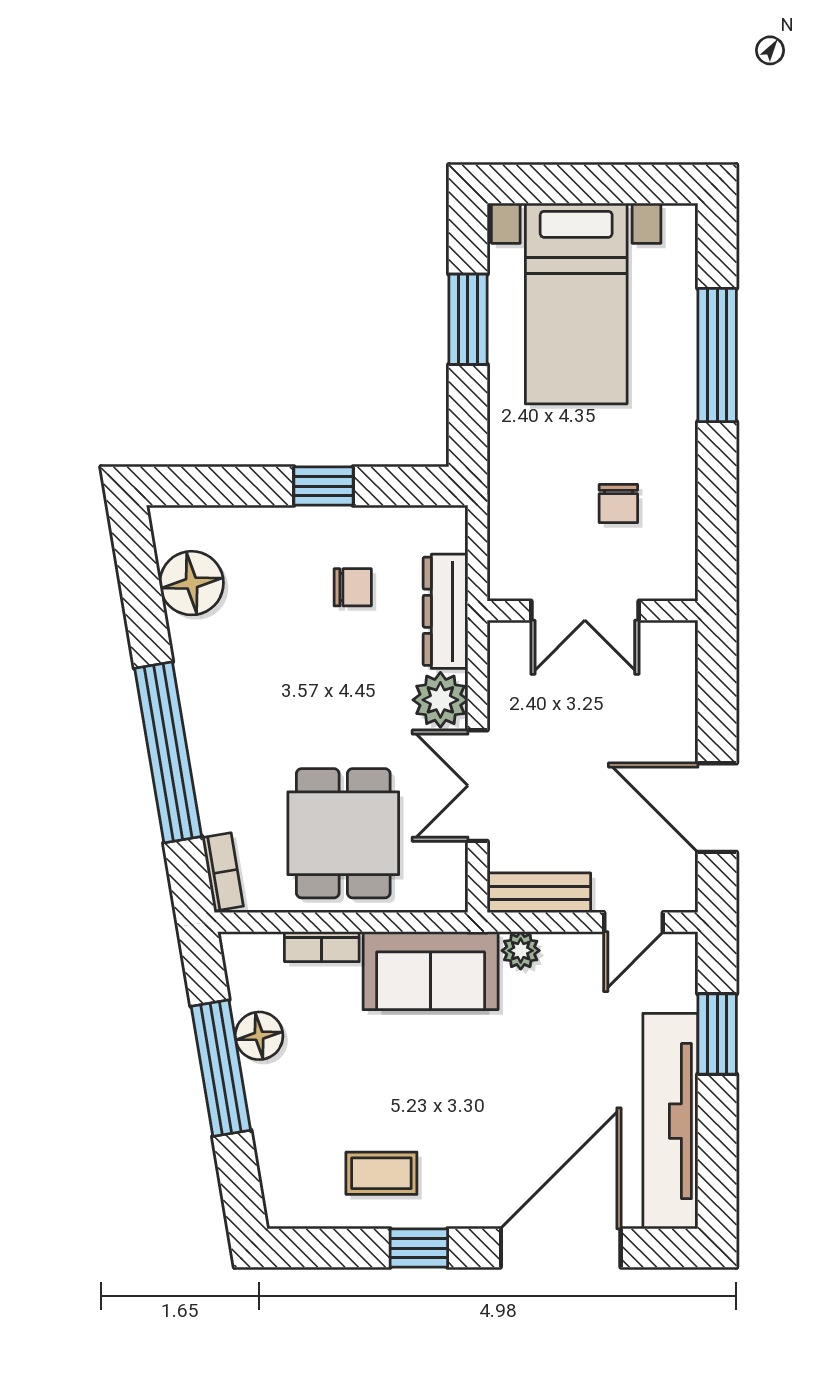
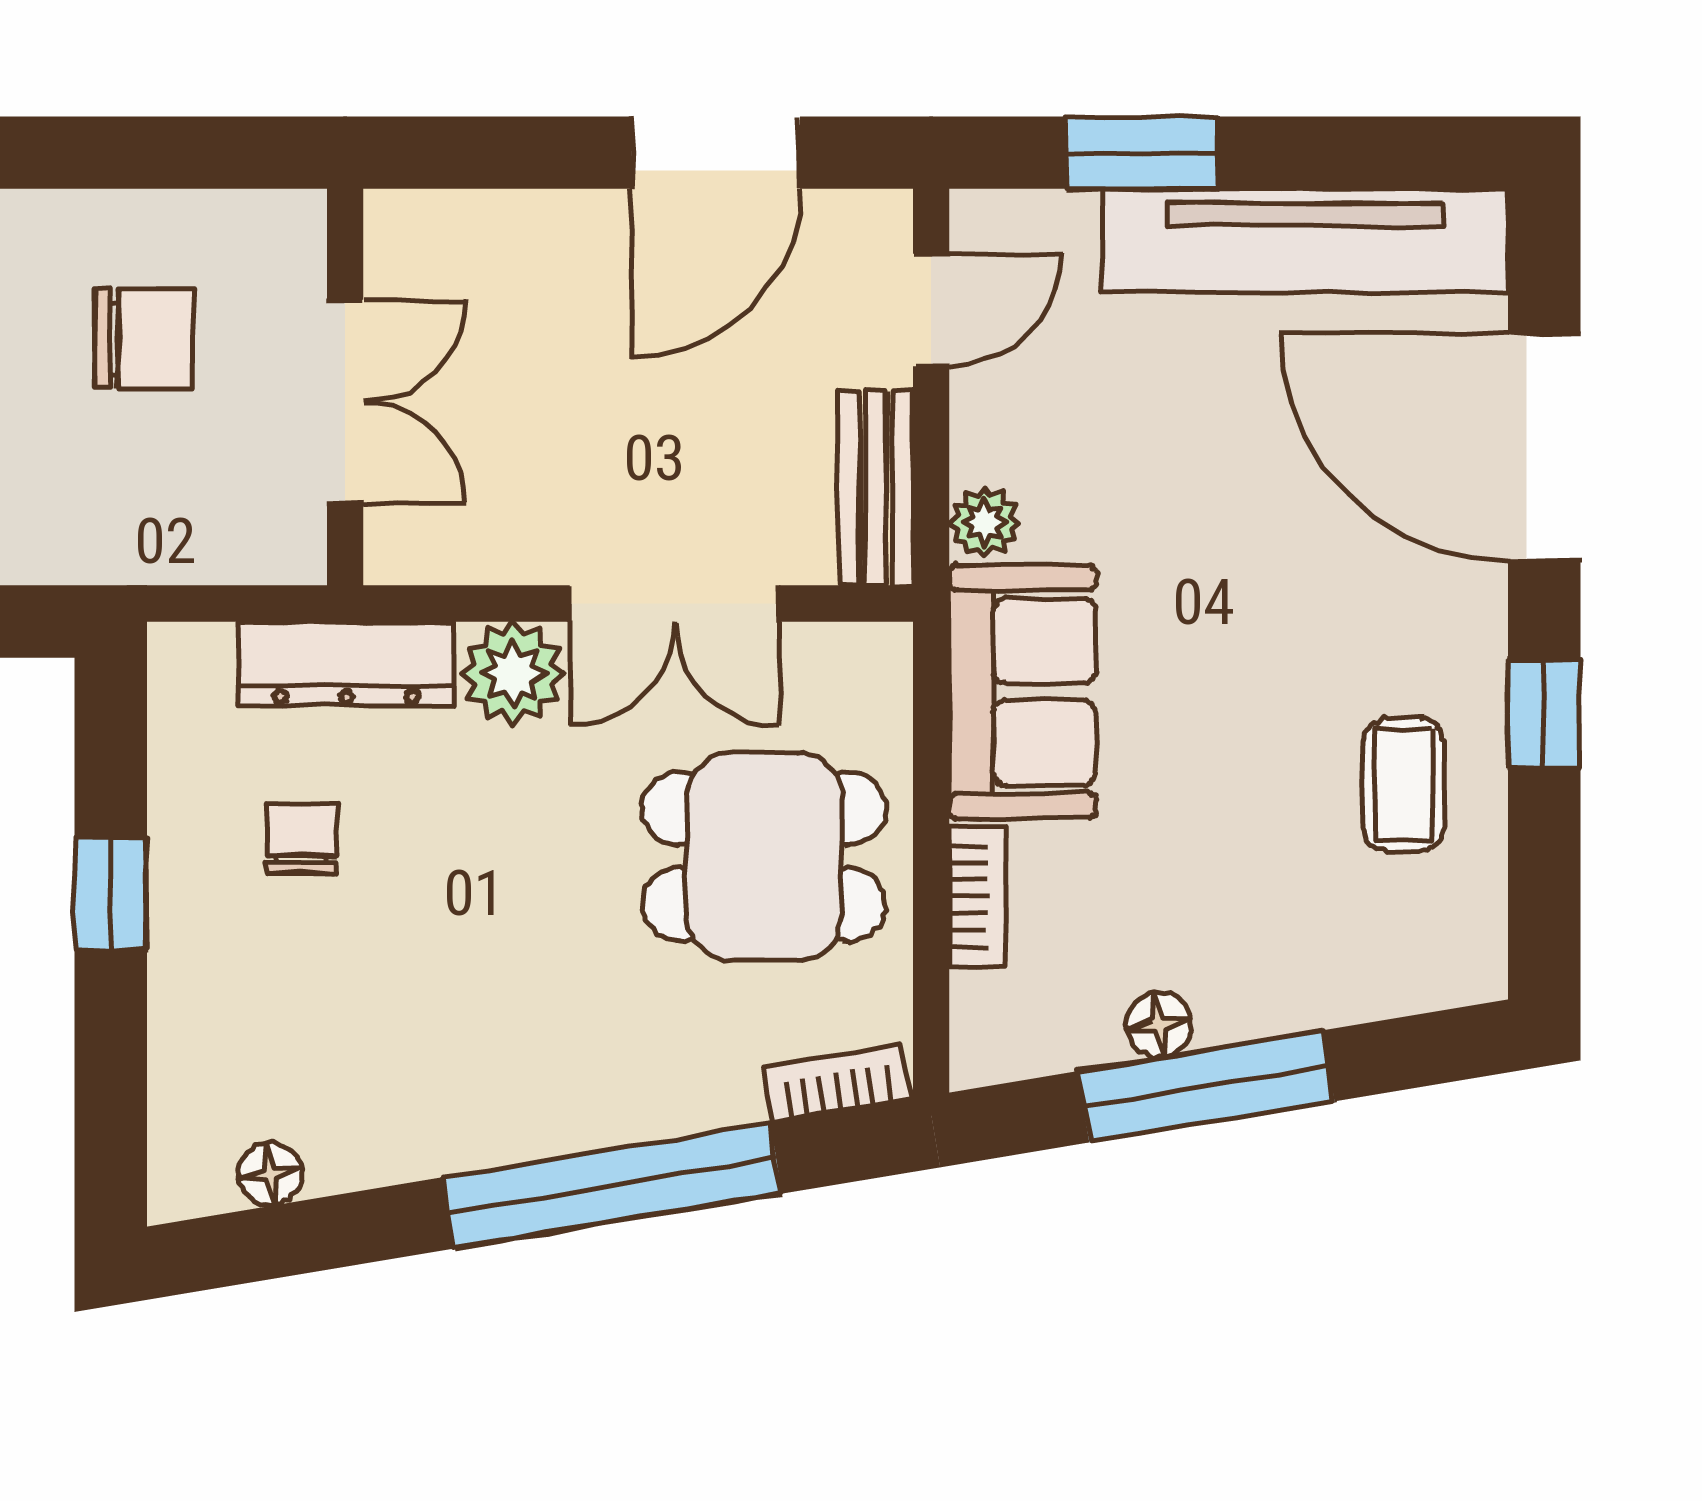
chair: (618, 504) -> (144, 339), width x1.37, depth x1.37
floor lamp: (192, 583) -> (270, 1174), width x0.53, depth x0.53
door: (634, 922) -> (931, 310), hinge flipped
floor lamp: (259, 1036) -> (1159, 1024), width x0.73, depth x0.73

